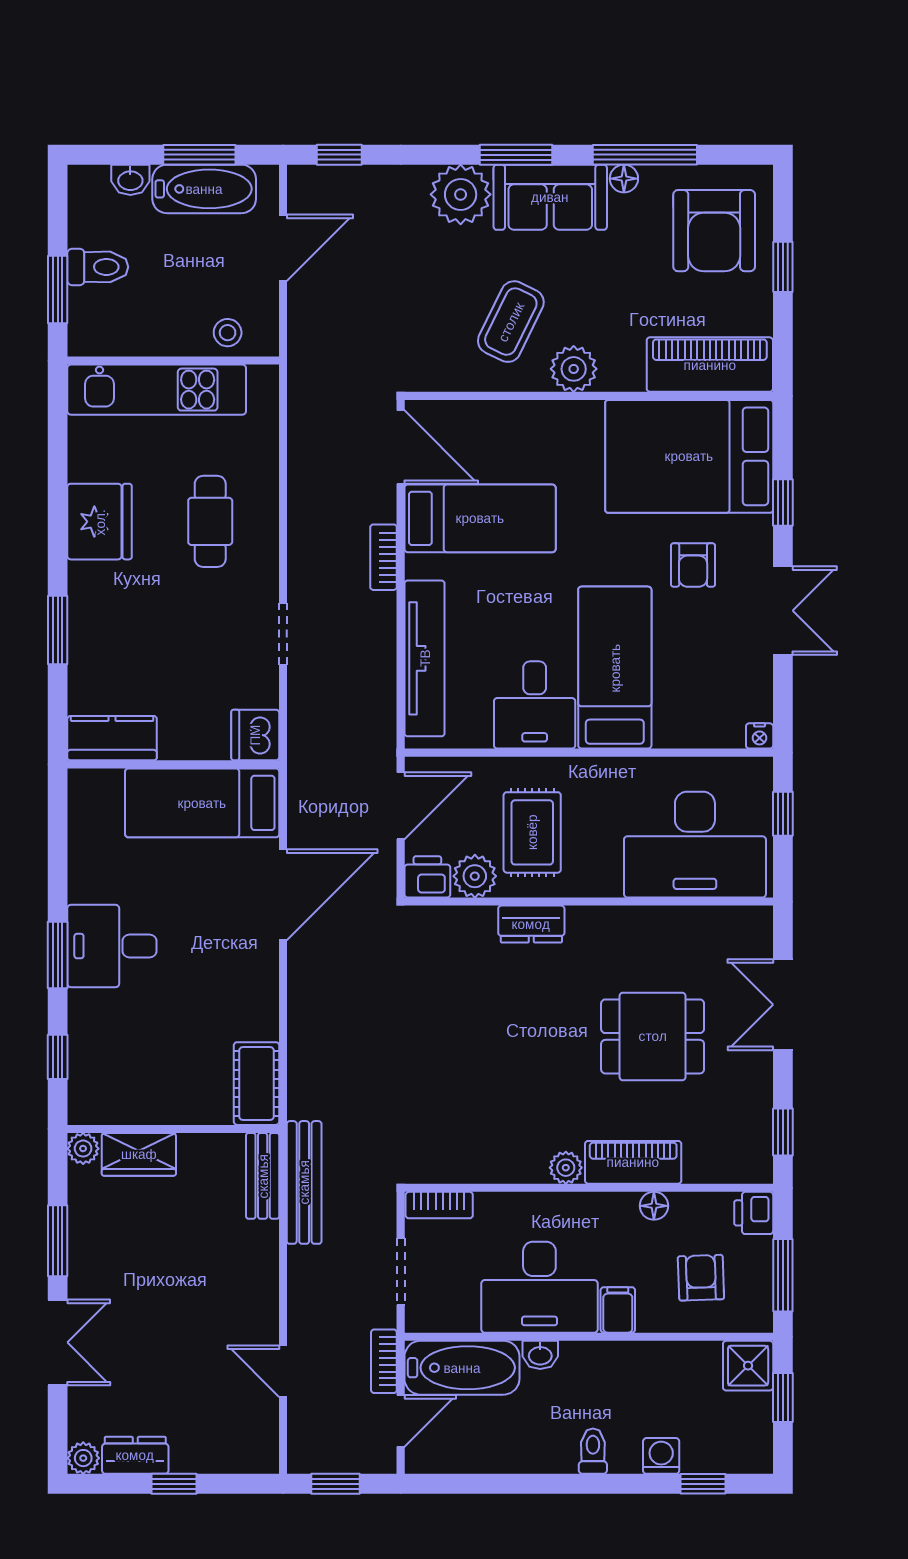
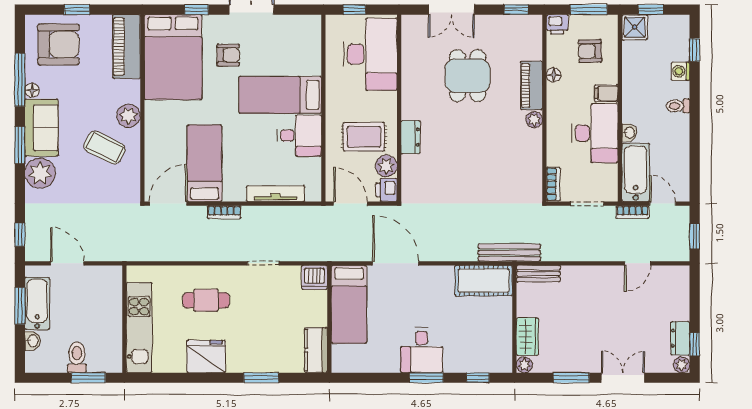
stool: (228, 333) -> (110, 291), removed
tv unit: (425, 658) -> (276, 194), width x0.73, depth x0.78
nightstand: (760, 736) -> (315, 21), removed
cot: (257, 1084) -> (484, 281), width x1.37, depth x1.34
bench: (304, 1182) -> (509, 253), moved
window: (174, 1484) -> (695, 344), moved

